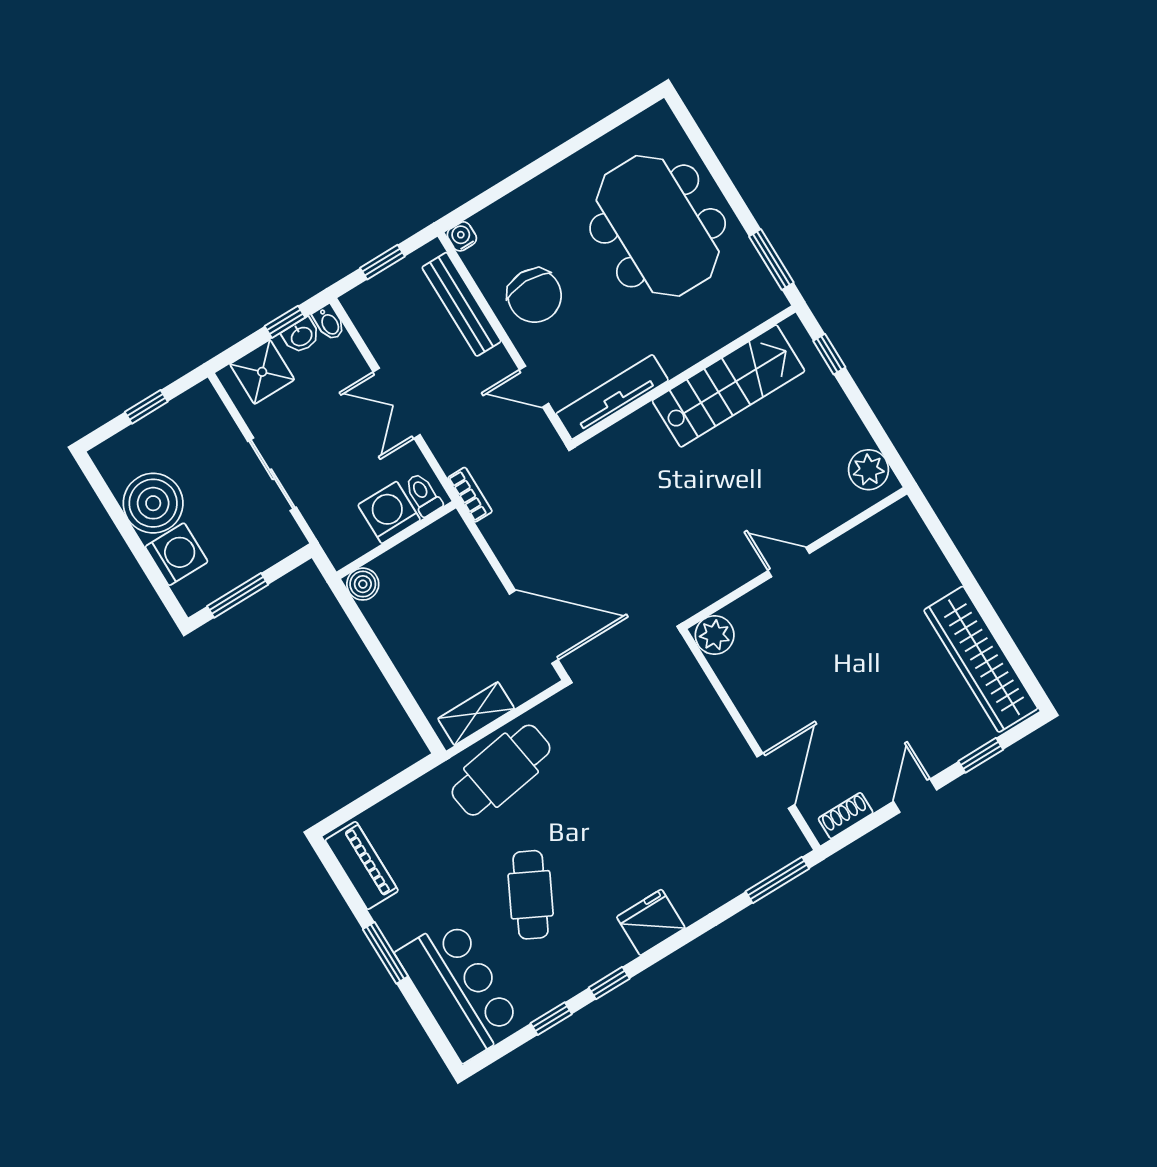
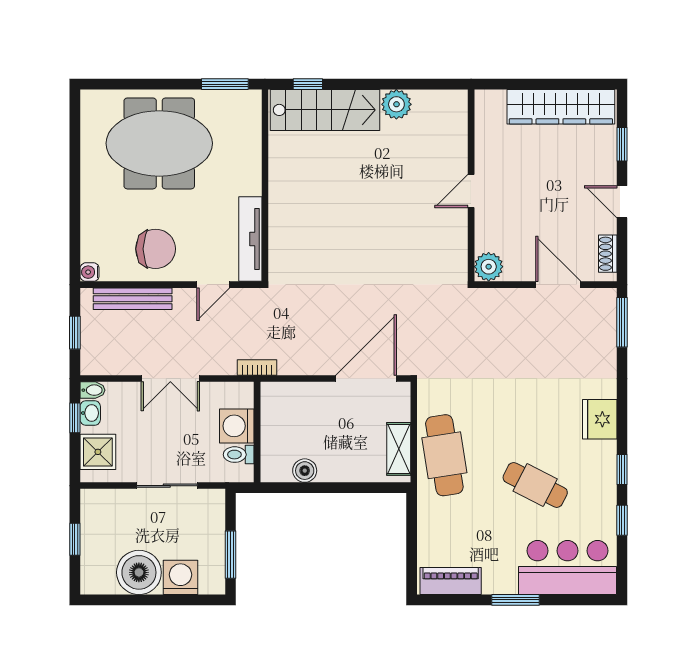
stairs: (729, 386) -> (325, 110), moved, turned 90
toilet: (423, 495) -> (239, 455), moved
wall: (795, 558) -> (471, 185), moved
door: (789, 562) -> (471, 191), moved
boiler: (363, 584) -> (305, 471), moved
plant: (715, 635) -> (489, 267), moved

